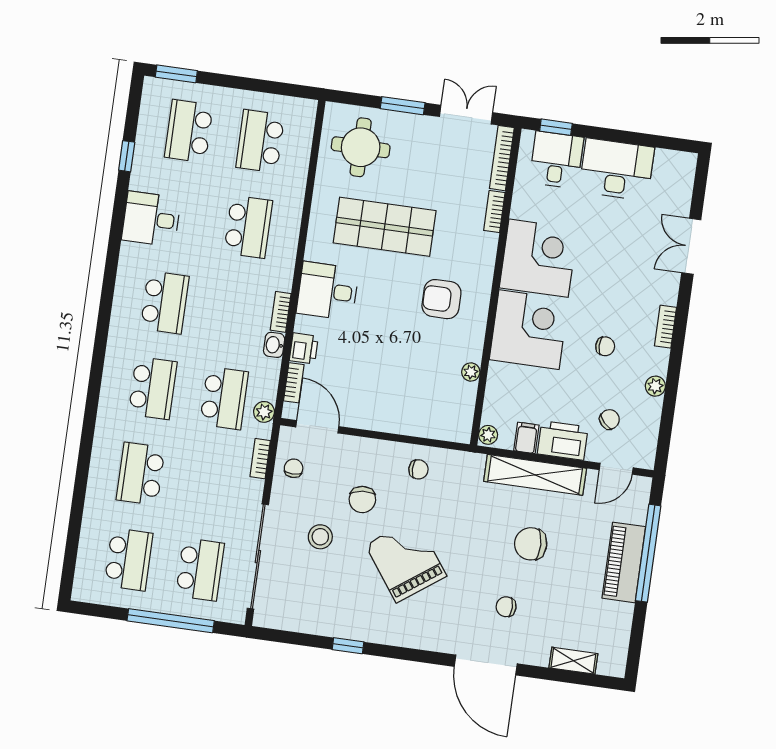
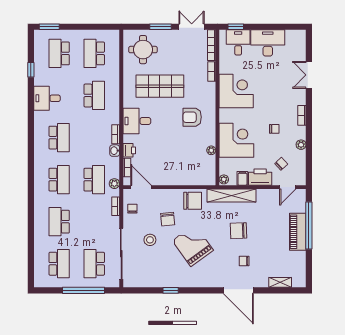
corner desk: (529, 330) -> (236, 140), moved
chair: (418, 469) -> (193, 201), width x1.87, depth x1.87
shelving: (535, 475) -> (231, 196), moved
chair: (531, 544) -> (238, 231), moved
school desk: (200, 569) -> (94, 264), turned 180

